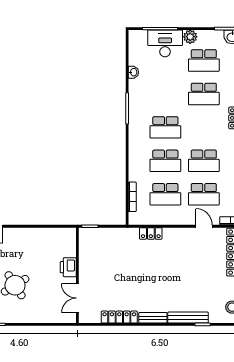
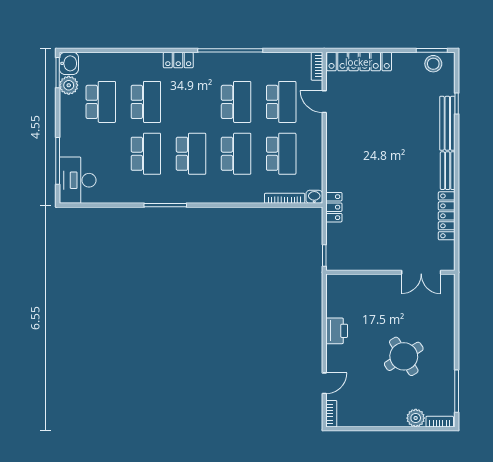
plant: (190, 37) -> (69, 85), moved
desk: (165, 43) -> (78, 180), moved
washbasin: (133, 72) -> (314, 197), moved
school desk: (165, 94) -> (146, 154), added
door: (204, 226) -> (324, 102), hinge flipped
locker: (151, 233) -> (334, 207), moved
printer: (68, 267) -> (337, 331), moved, turned -90

